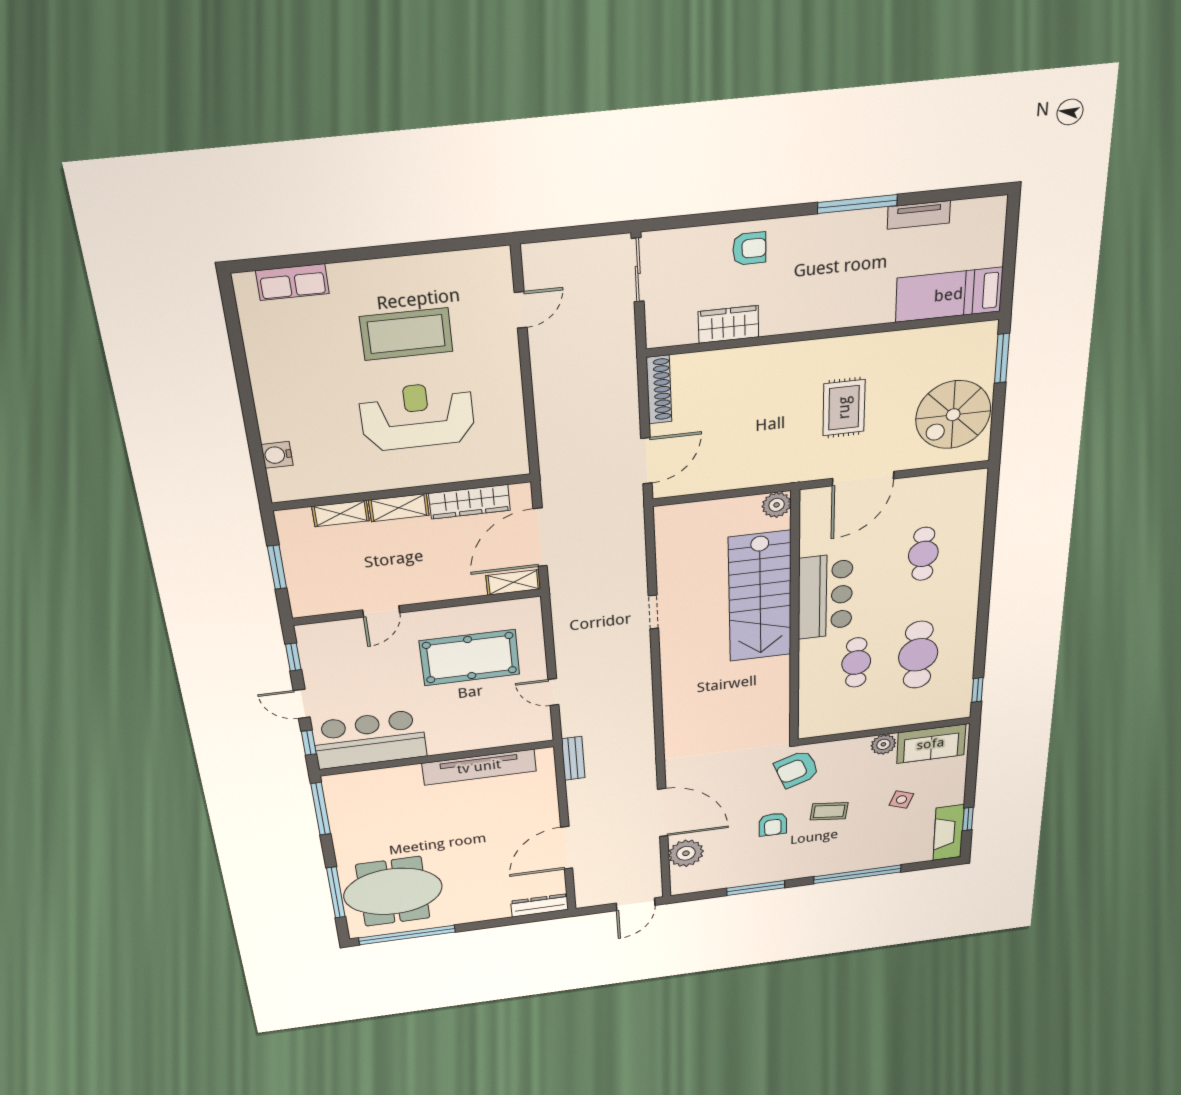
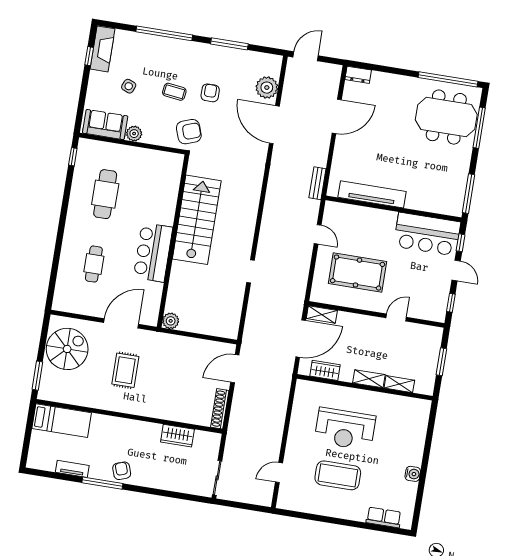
armchair: (749, 249) -> (122, 471), moved, turned 71
water cooler: (277, 455) -> (413, 474), moved
wardrobe: (469, 502) -> (325, 370), width x0.67
stairs: (760, 597) -> (197, 220), moved
cafe table: (856, 663) -> (142, 200), removed
dresser: (540, 905) -> (358, 75), width x0.70

